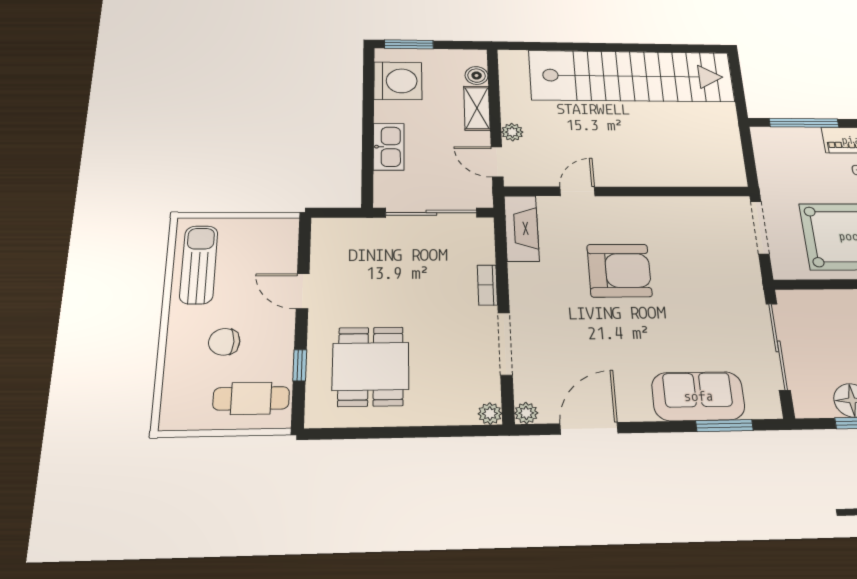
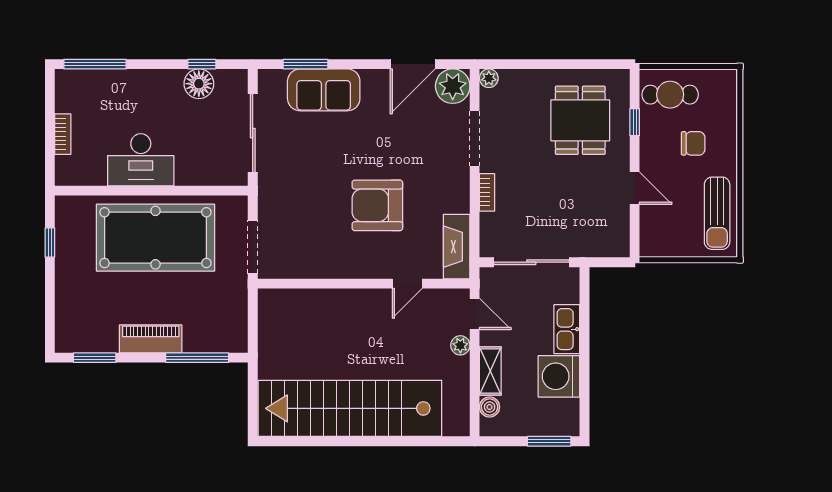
washing machine: (398, 81) -> (559, 376), moved
plant: (526, 413) -> (453, 86), width x1.88, depth x1.88

